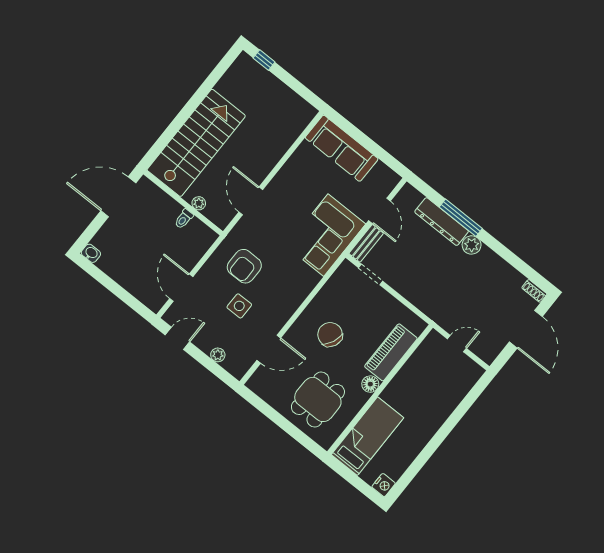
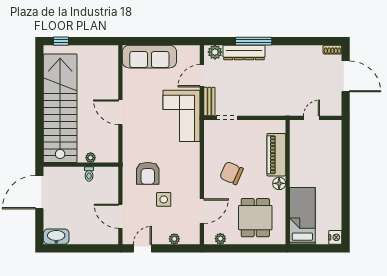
stairs: (196, 143) -> (60, 108), width x1.36
door: (251, 201) -> (120, 112), moved
door: (380, 211) -> (202, 76), swing flipped
plant: (472, 245) -> (215, 52), moved
washbasin: (91, 253) -> (56, 237), width x1.91, depth x1.45
plant: (265, 392) -> (220, 239), added

